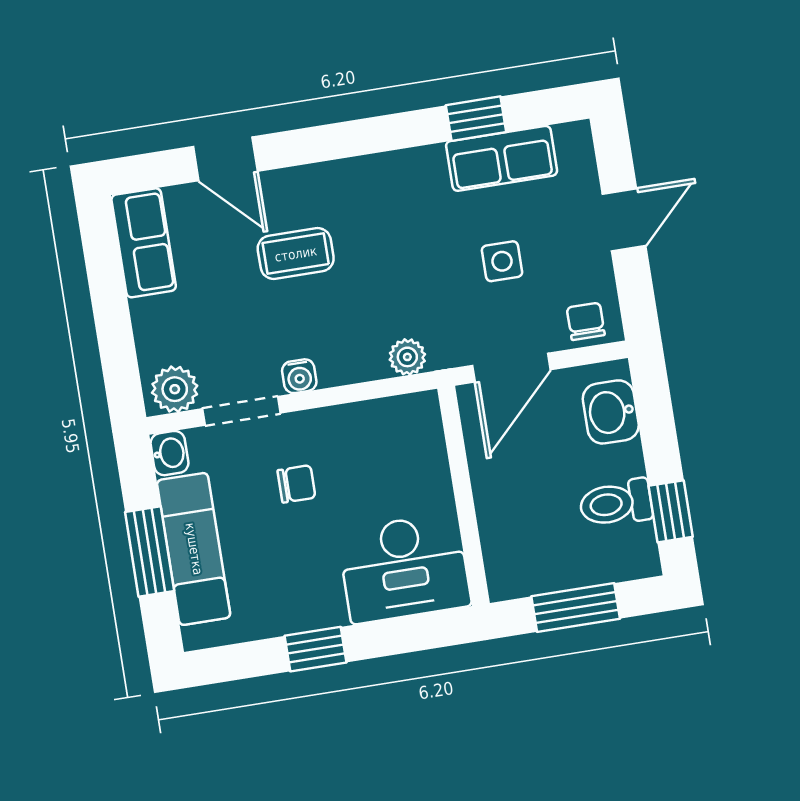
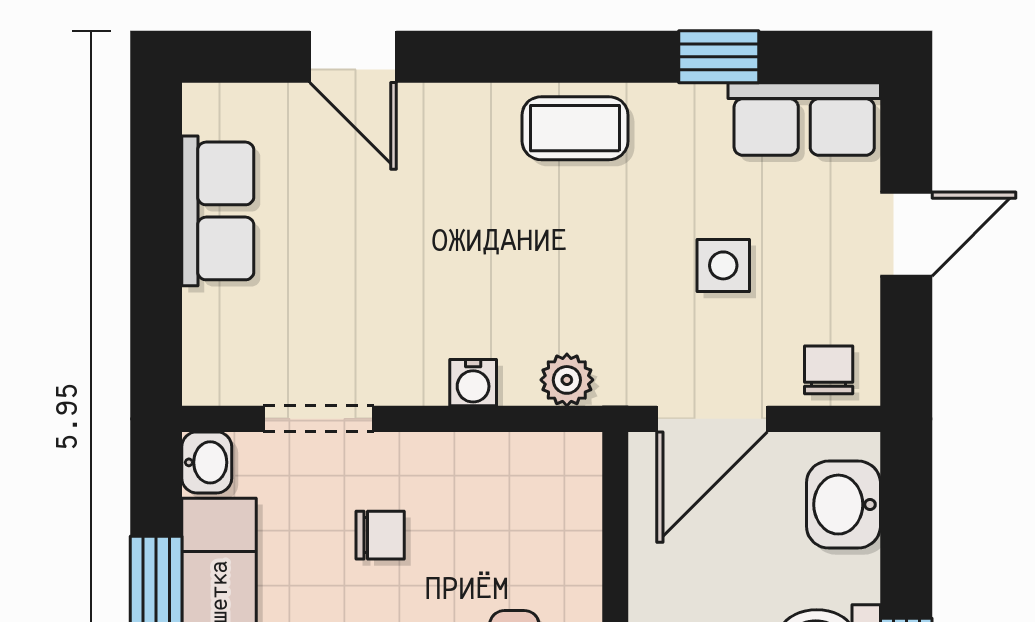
row of seats: (502, 158) -> (804, 119), moved
row of seats: (144, 243) -> (218, 211), moved
coffee table: (296, 254) -> (575, 128), moved
water cooler: (299, 376) -> (473, 383), moved
plant: (175, 389) -> (229, 373), removed

